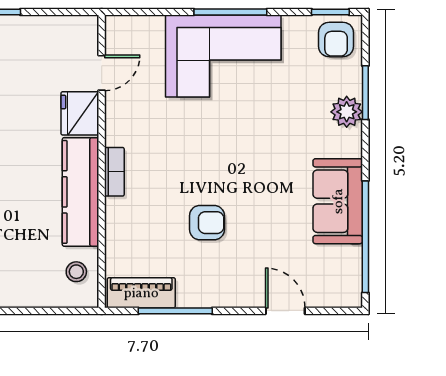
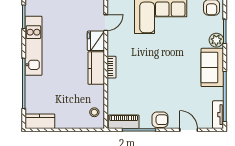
kitchen counter: (81, 192) -> (96, 68), width x0.67
sofa: (338, 201) -> (212, 67), moved
armchair: (207, 223) -> (160, 120), moved
tv unit: (351, 277) -> (218, 115), added

